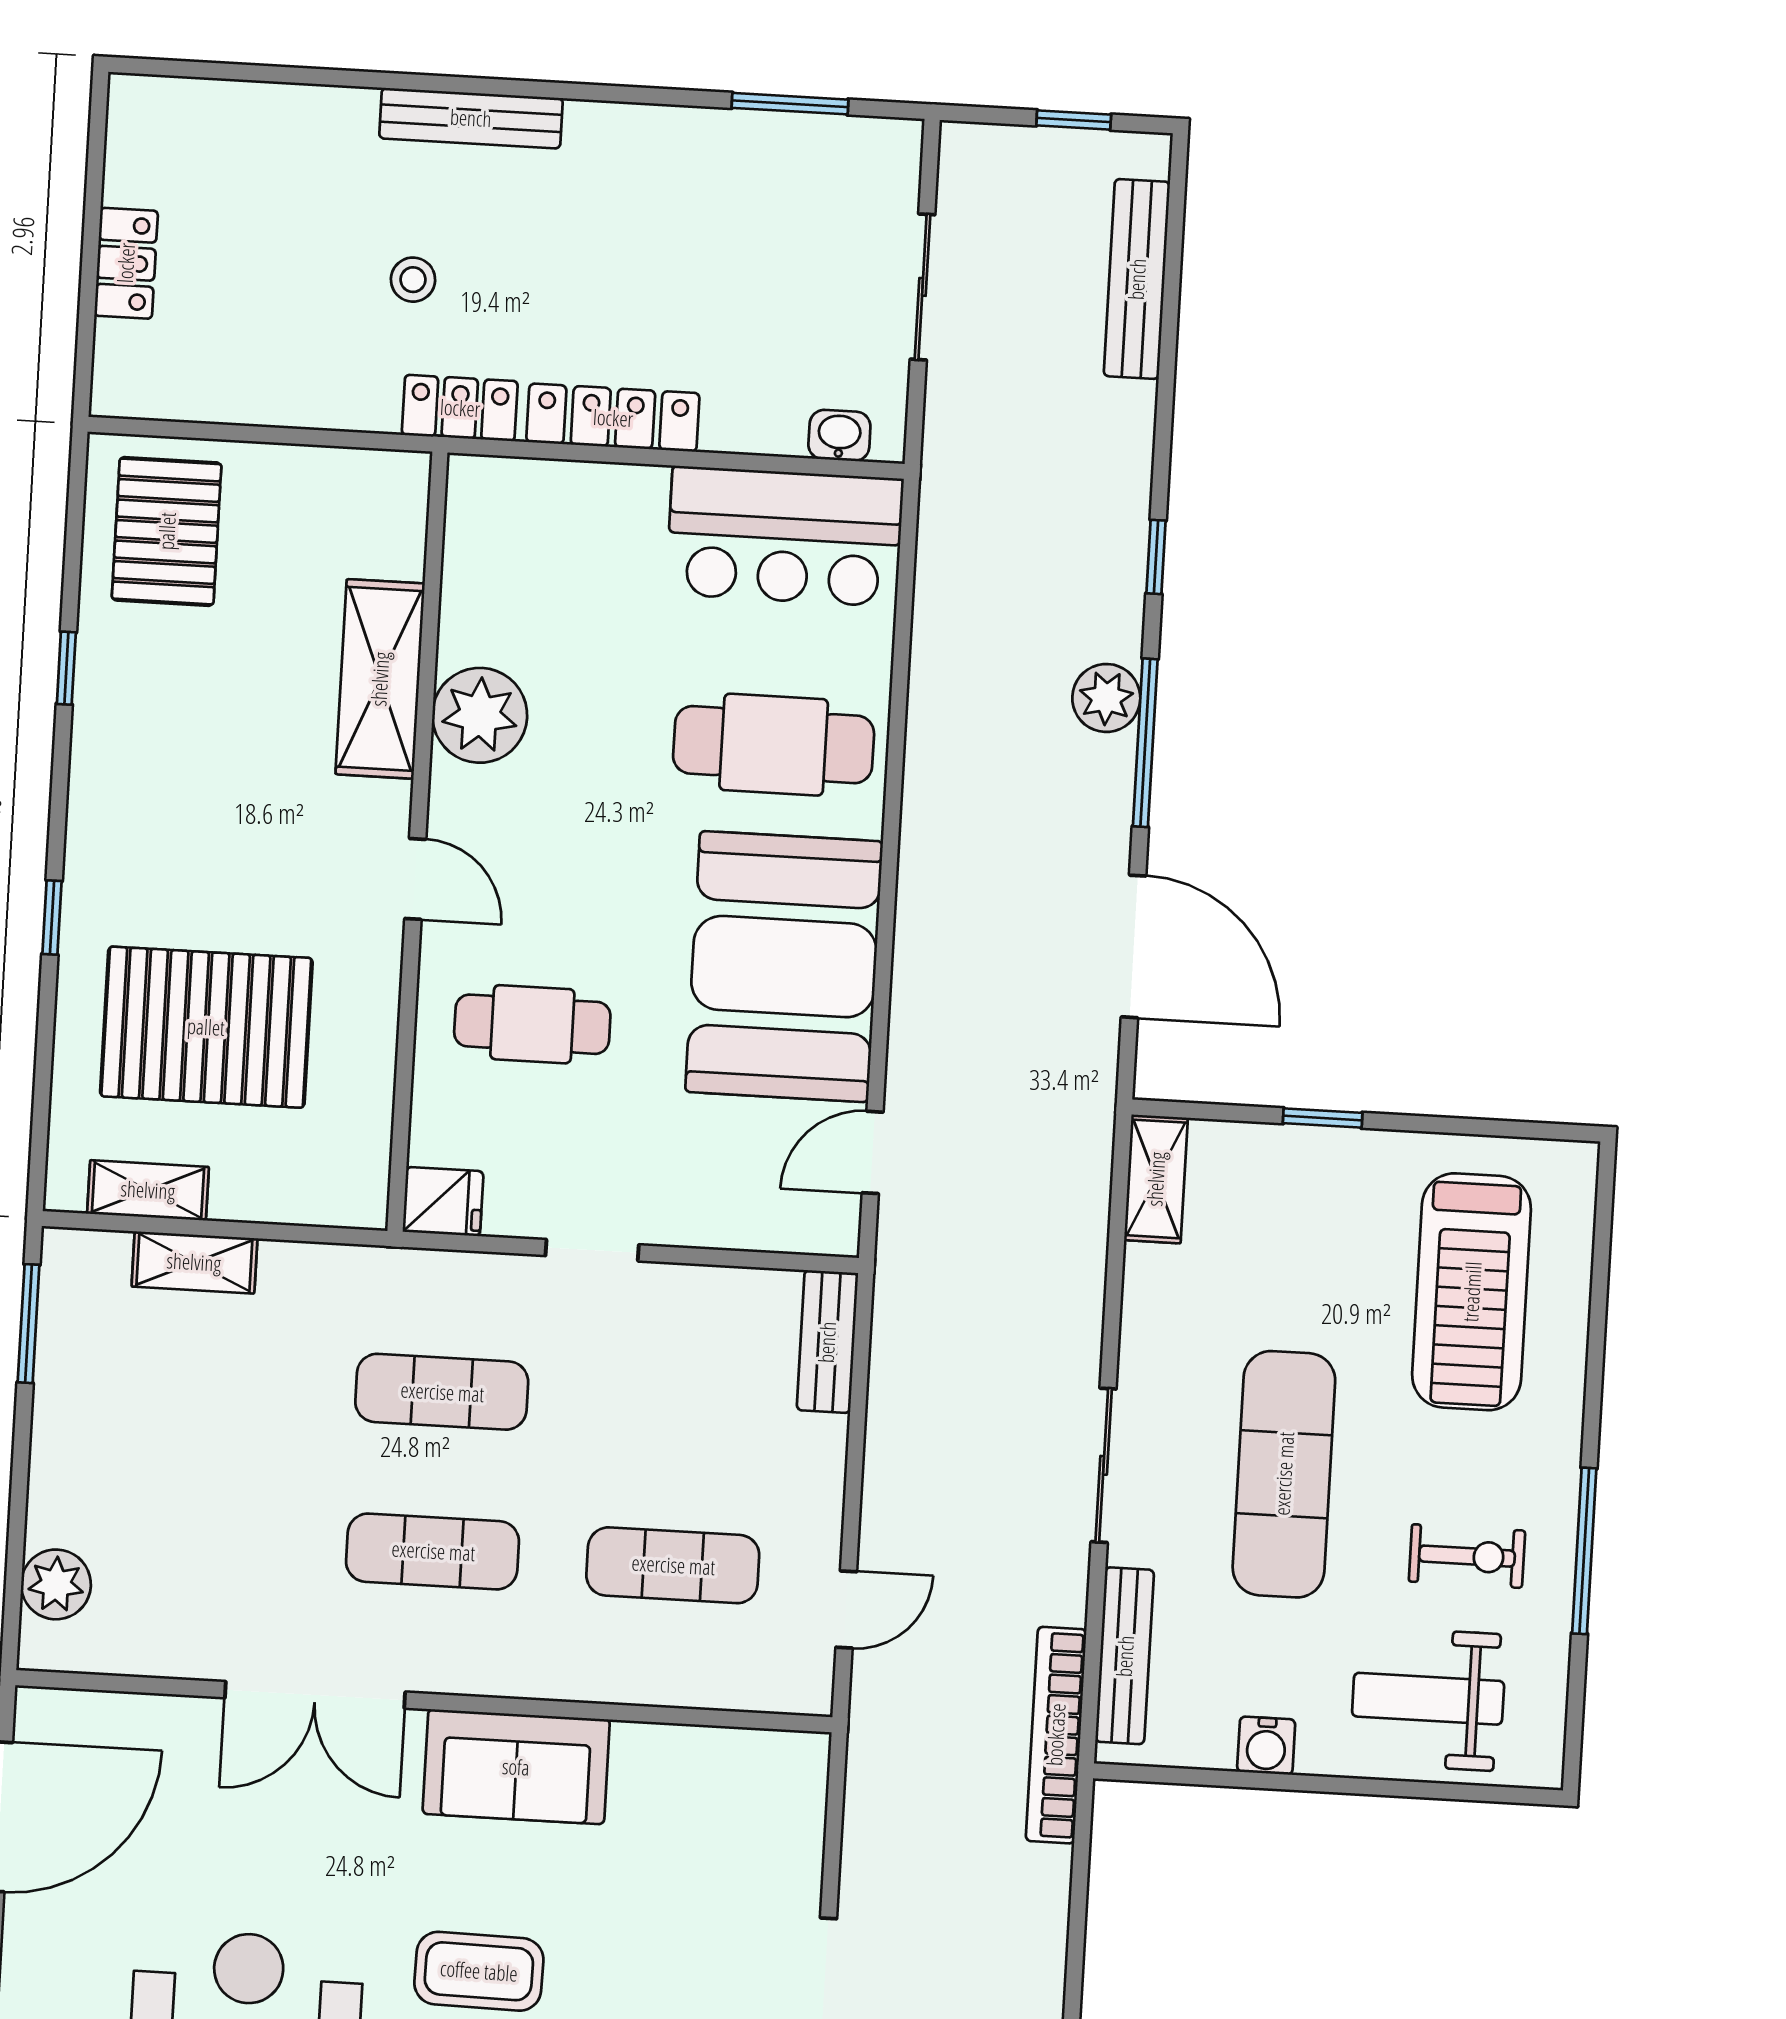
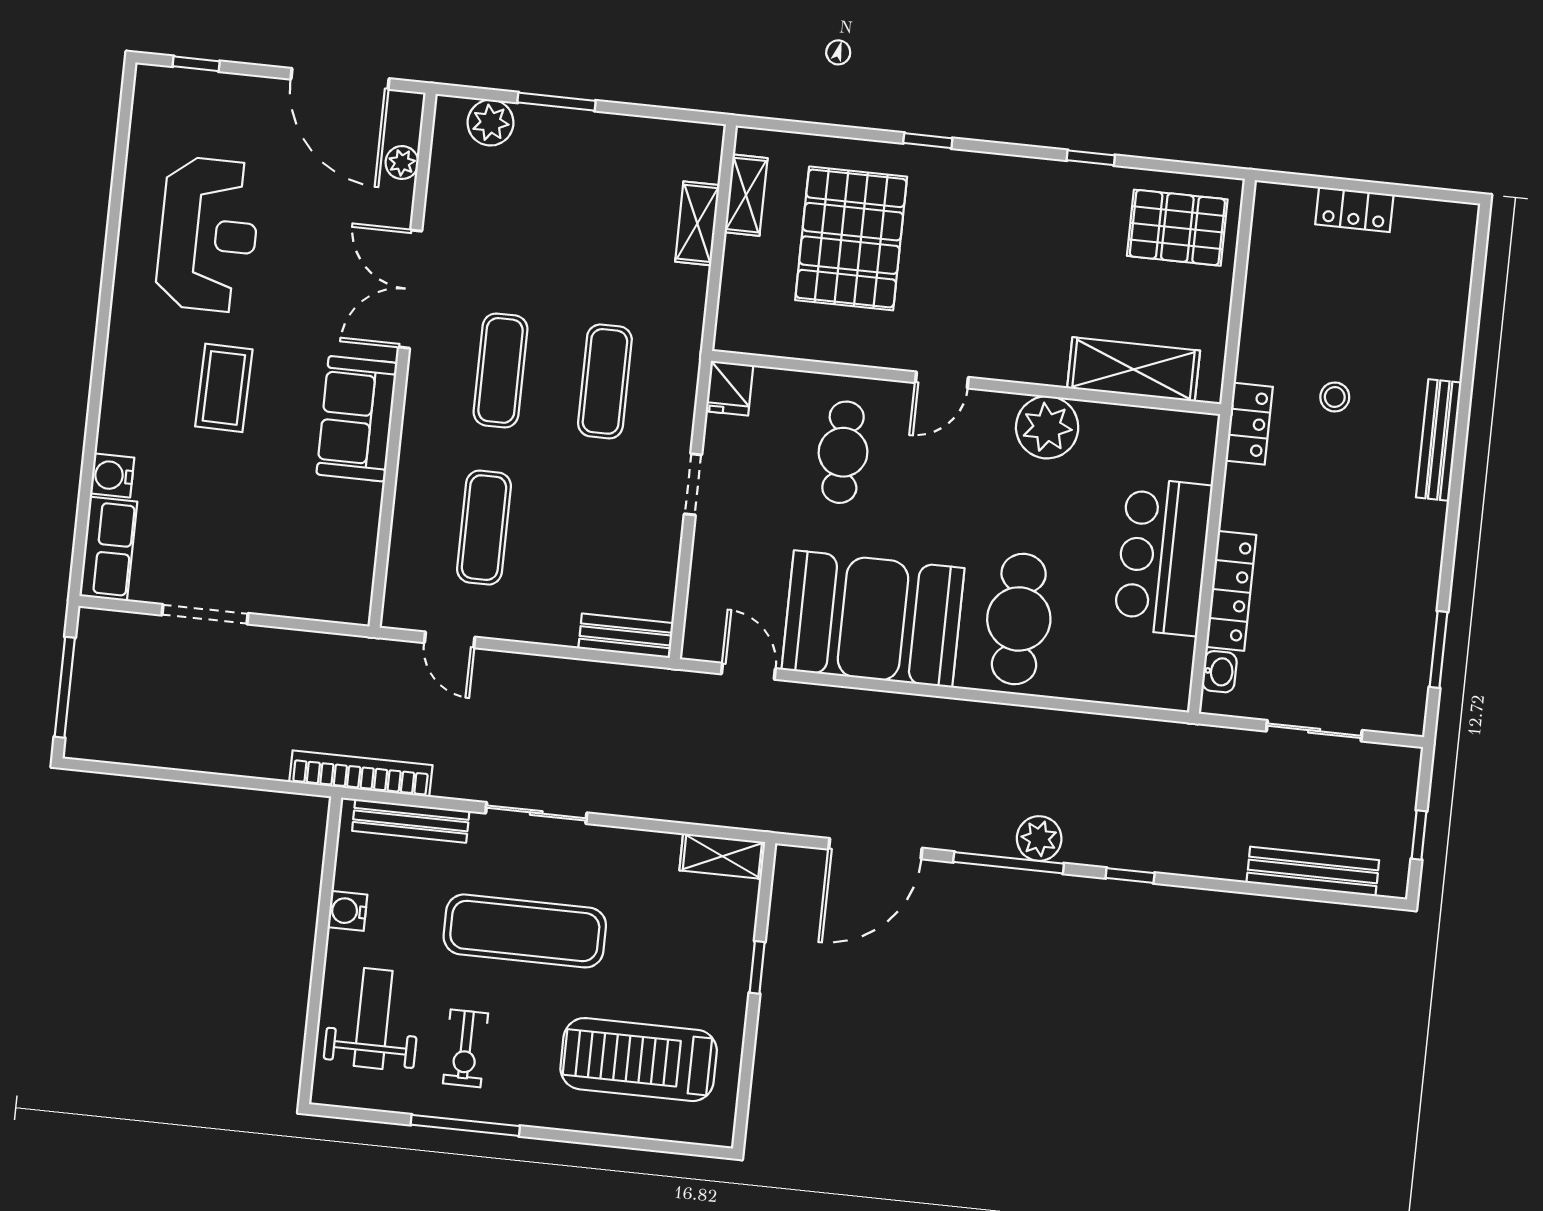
locker: (613, 418) -> (1231, 591), moved
bar counter: (785, 536) -> (1163, 557), moved
shelving: (380, 679) -> (1134, 369), moved
window: (29, 1324) -> (557, 102), moved
plant: (123, 1716) -> (402, 163), added

